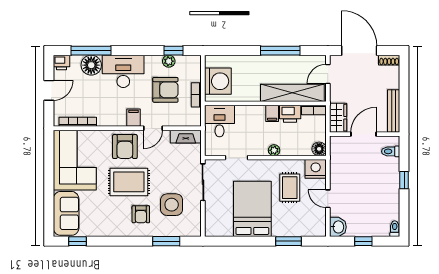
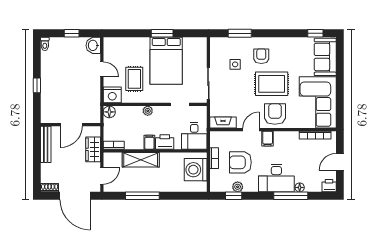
window: (91, 51) -> (291, 196), moved
floor lamp: (91, 65) -> (300, 187), width x0.53, depth x0.53
shelving: (292, 93) -> (141, 160), width x0.68
printer: (290, 114) -> (165, 142), moved
wardrobe: (338, 118) -> (93, 149), moved
toilet: (391, 151) -> (48, 110), removed
side table: (172, 205) -> (235, 64), width x0.54, depth x0.54
window: (289, 241) -> (162, 33), moved

